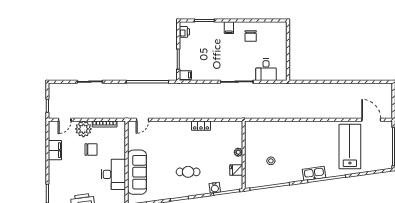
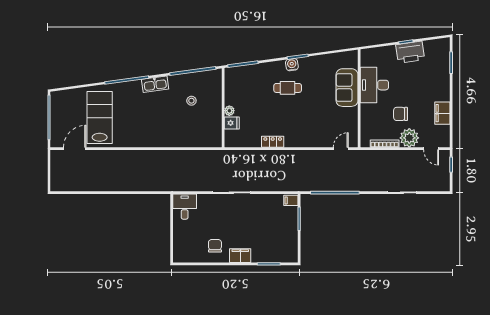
filing cabinet: (229, 28) -> (240, 256), width x2.00
printer: (184, 32) -> (292, 251), removed
desk: (266, 70) -> (185, 207), moved
door: (65, 120) -> (431, 149), swing flipped
door: (371, 120) -> (75, 149), swing flipped
lab bench: (350, 146) -> (100, 117), turned 180
fridge: (236, 170) -> (232, 123), moved
sofa: (137, 172) -> (347, 88), width x0.73
kitchen sink: (314, 173) -> (155, 84), moved
water cooler: (215, 188) -> (292, 65), moved

